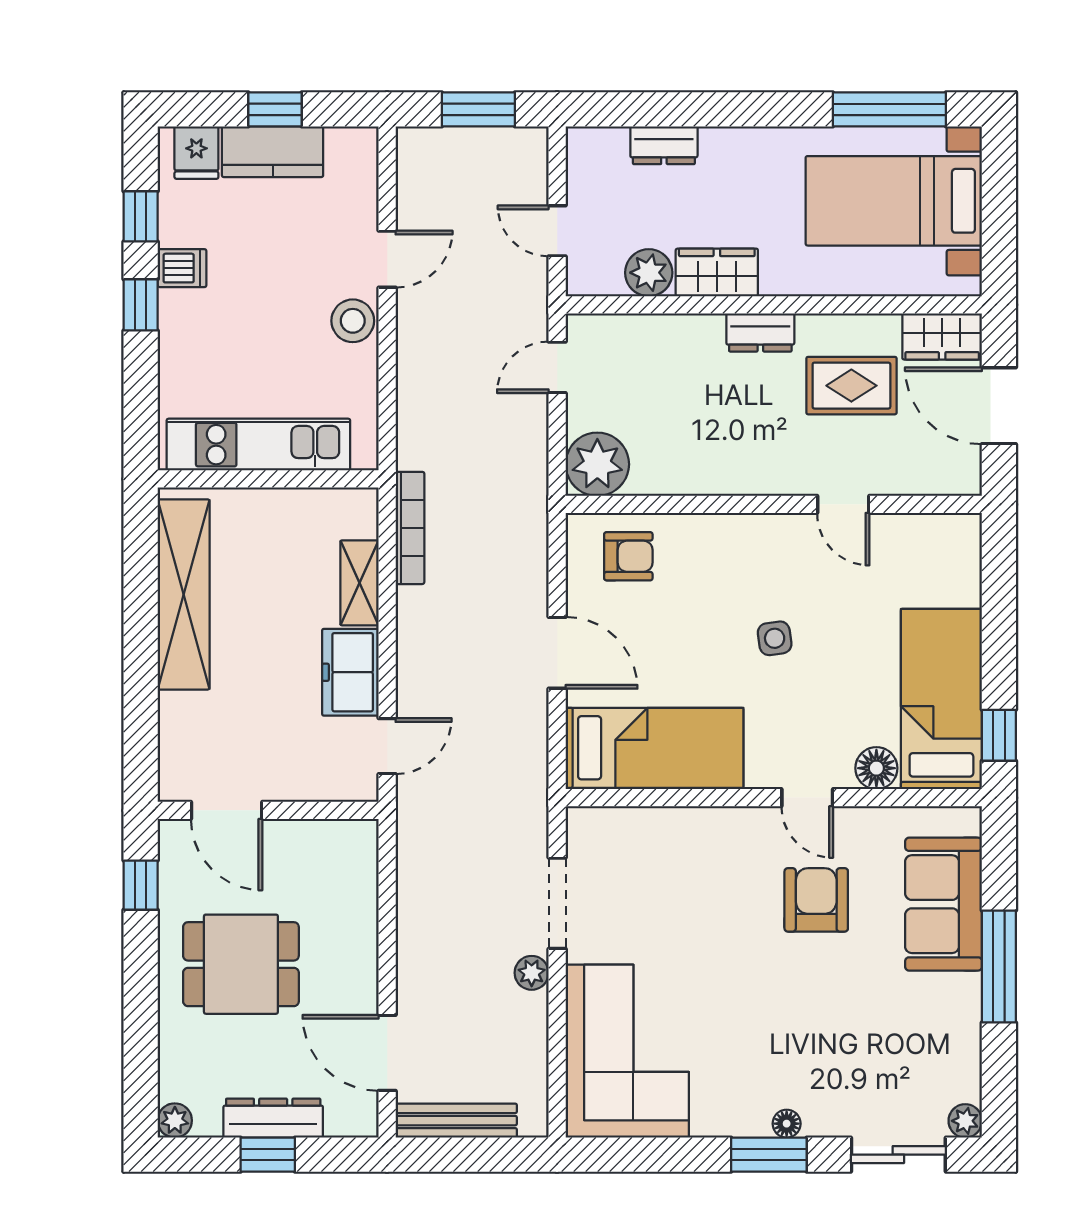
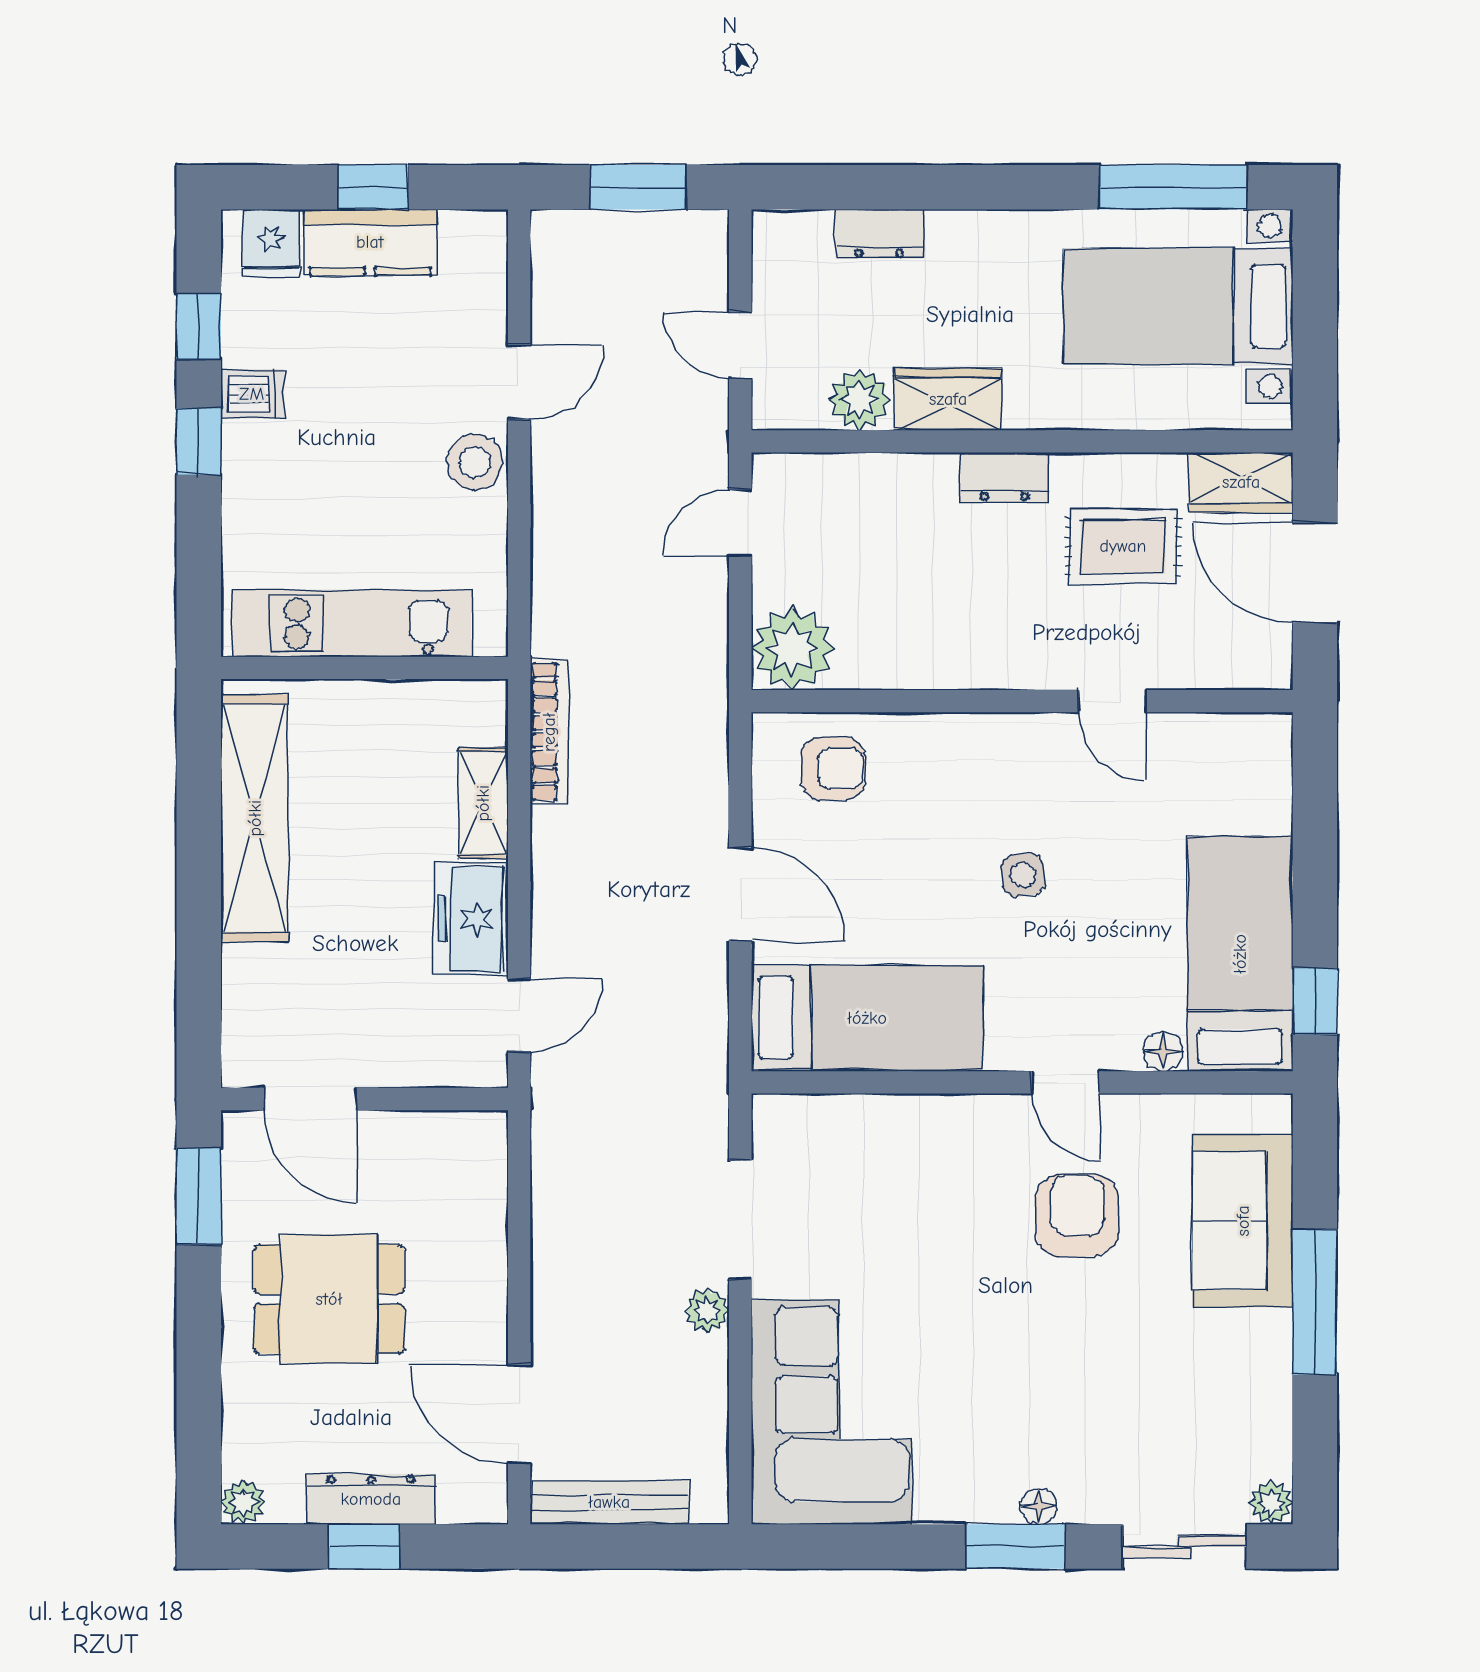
floor lamp: (876, 768) -> (1163, 1051), width x0.73, depth x0.73
window: (141, 885) -> (199, 1196), width x1.50

